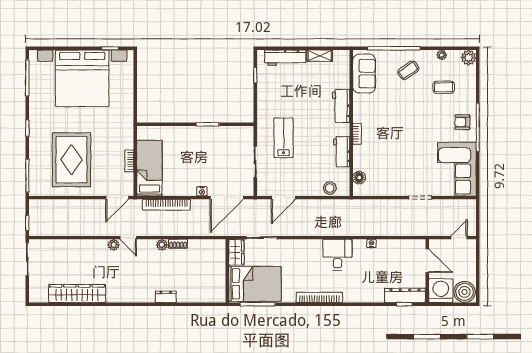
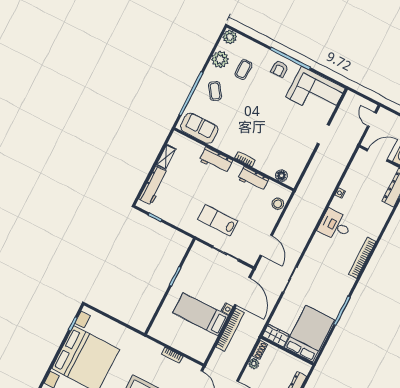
plant: (442, 55) -> (220, 59), width x1.88, depth x1.88
bed: (149, 168) -> (201, 314), moved
bookcase: (166, 205) -> (230, 330), moved
wardrobe: (236, 252) -> (276, 336), moved
wall: (227, 271) -> (287, 351), moved
bed: (255, 284) -> (309, 334), moved

